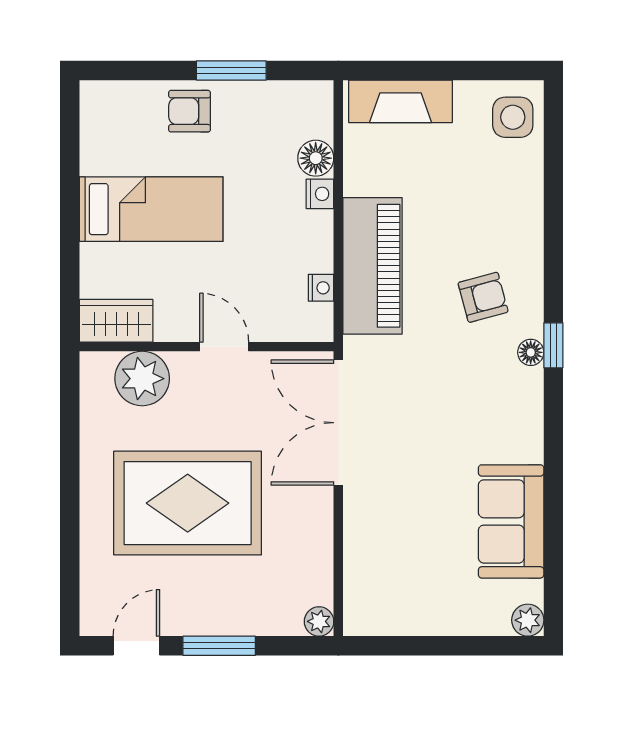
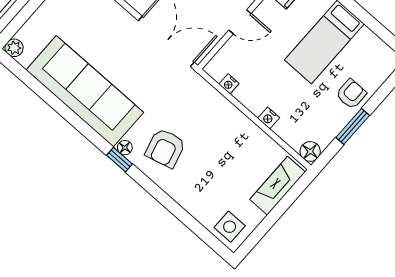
floor lamp: (316, 158) -> (310, 152), moved
piano: (373, 266) -> (219, 113), removed
armchair: (483, 297) -> (165, 148), width x1.38, depth x1.38
sofa: (511, 521) -> (85, 91), width x1.85, depth x1.27

